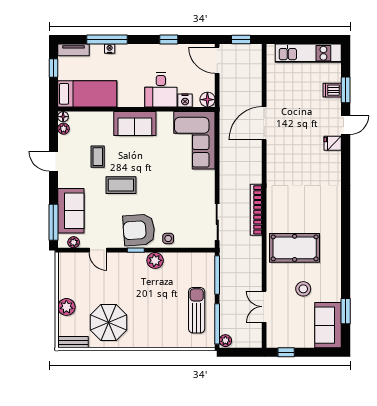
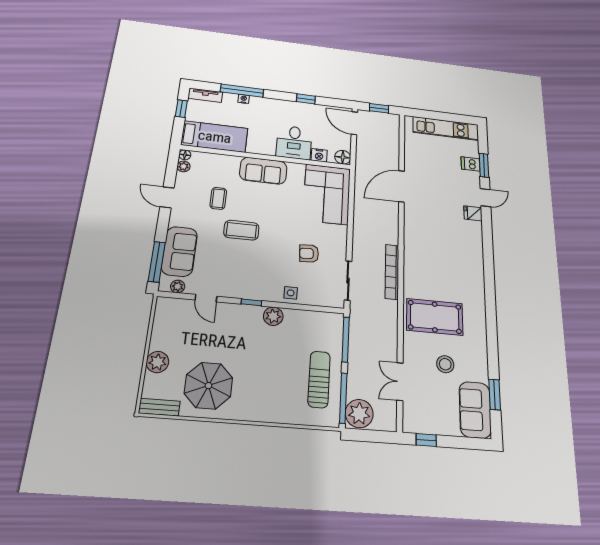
armchair: (139, 230) -> (309, 253), moved, width x0.53, depth x0.53
plant: (225, 341) -> (359, 414), width x1.88, depth x1.88

